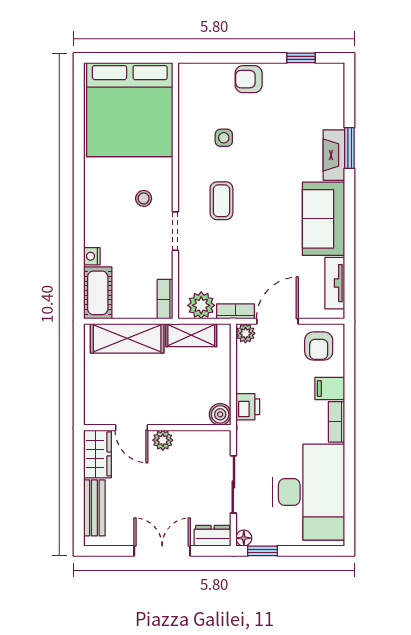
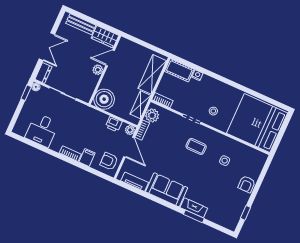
armchair: (249, 79) -> (247, 184), turned 180
printer: (248, 407) -> (114, 124), moved
boiler: (220, 414) -> (104, 99), width x1.86, depth x1.86
desk: (309, 492) -> (42, 130), width x0.53, depth x0.77

